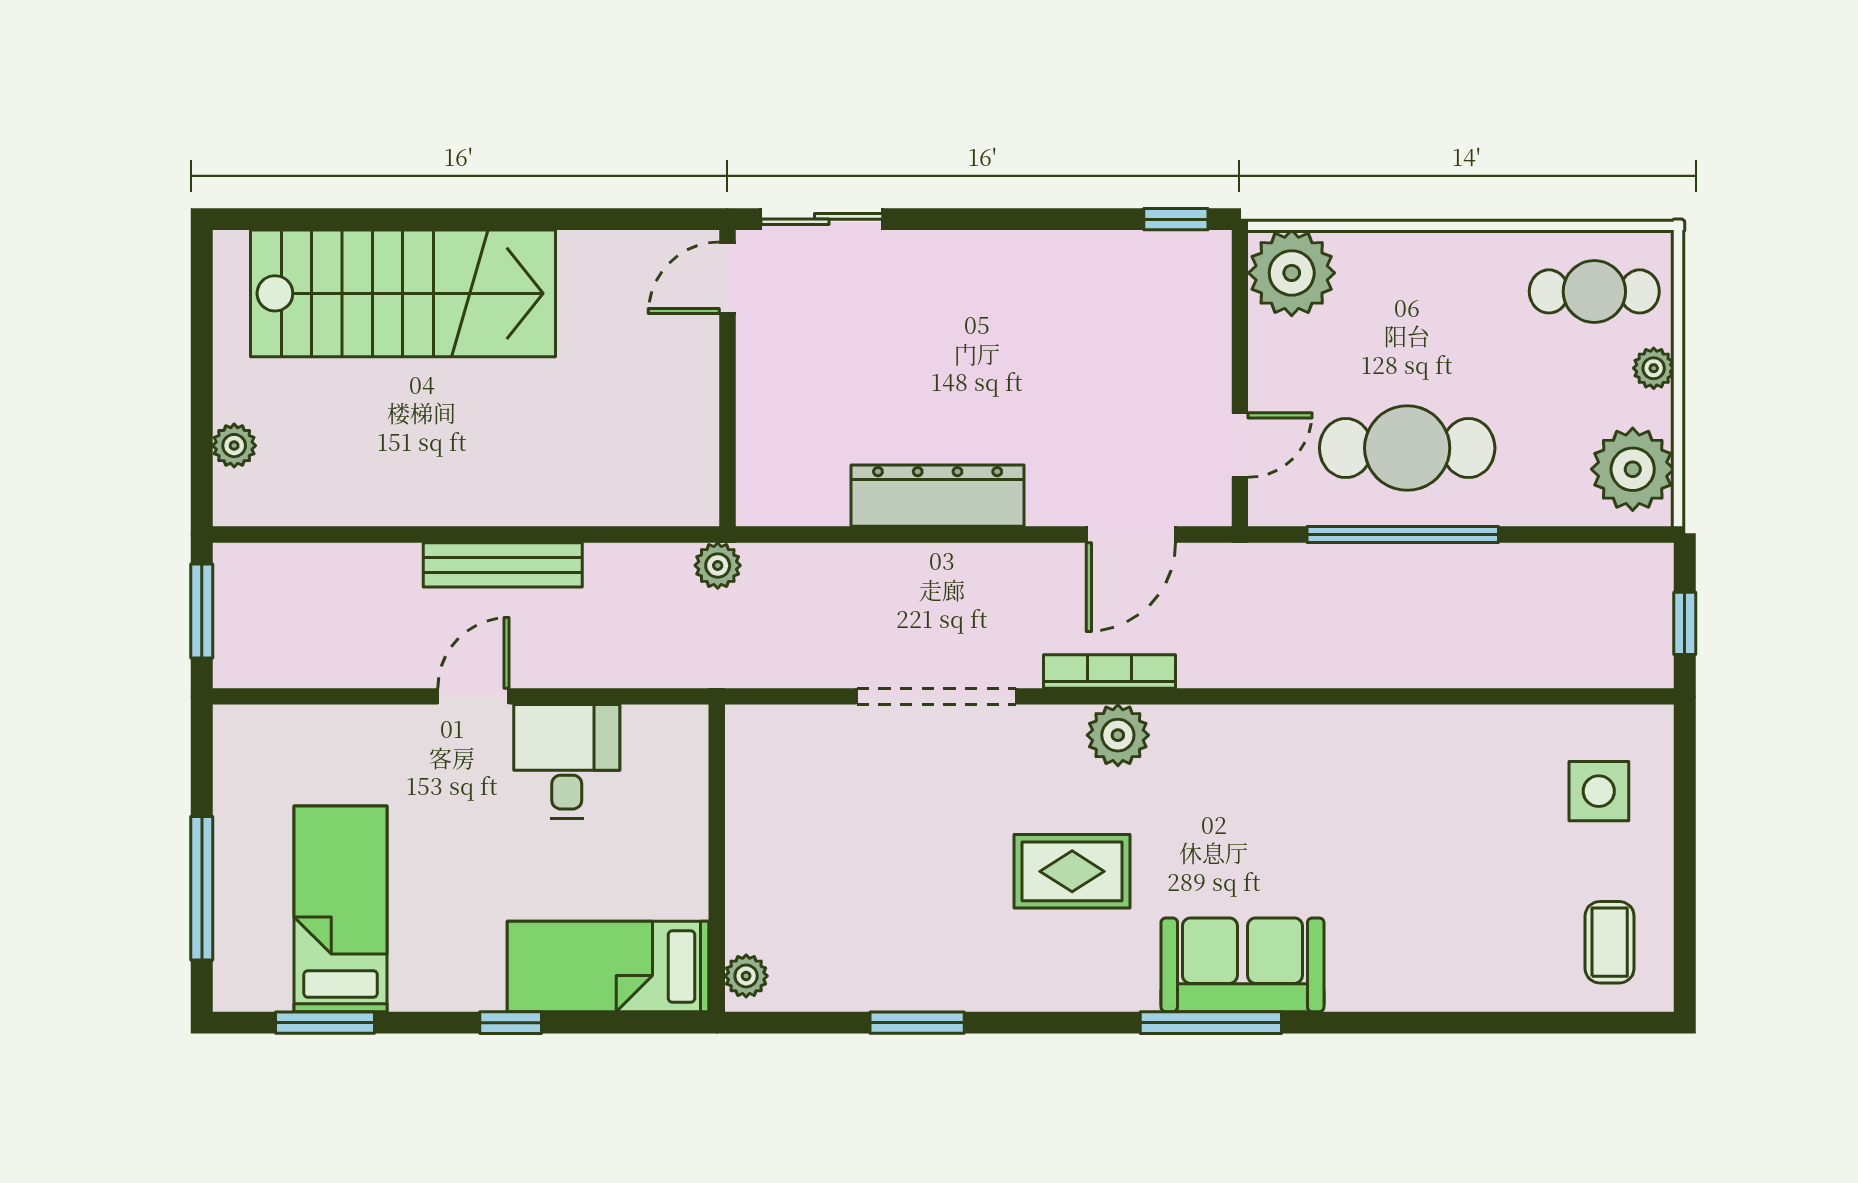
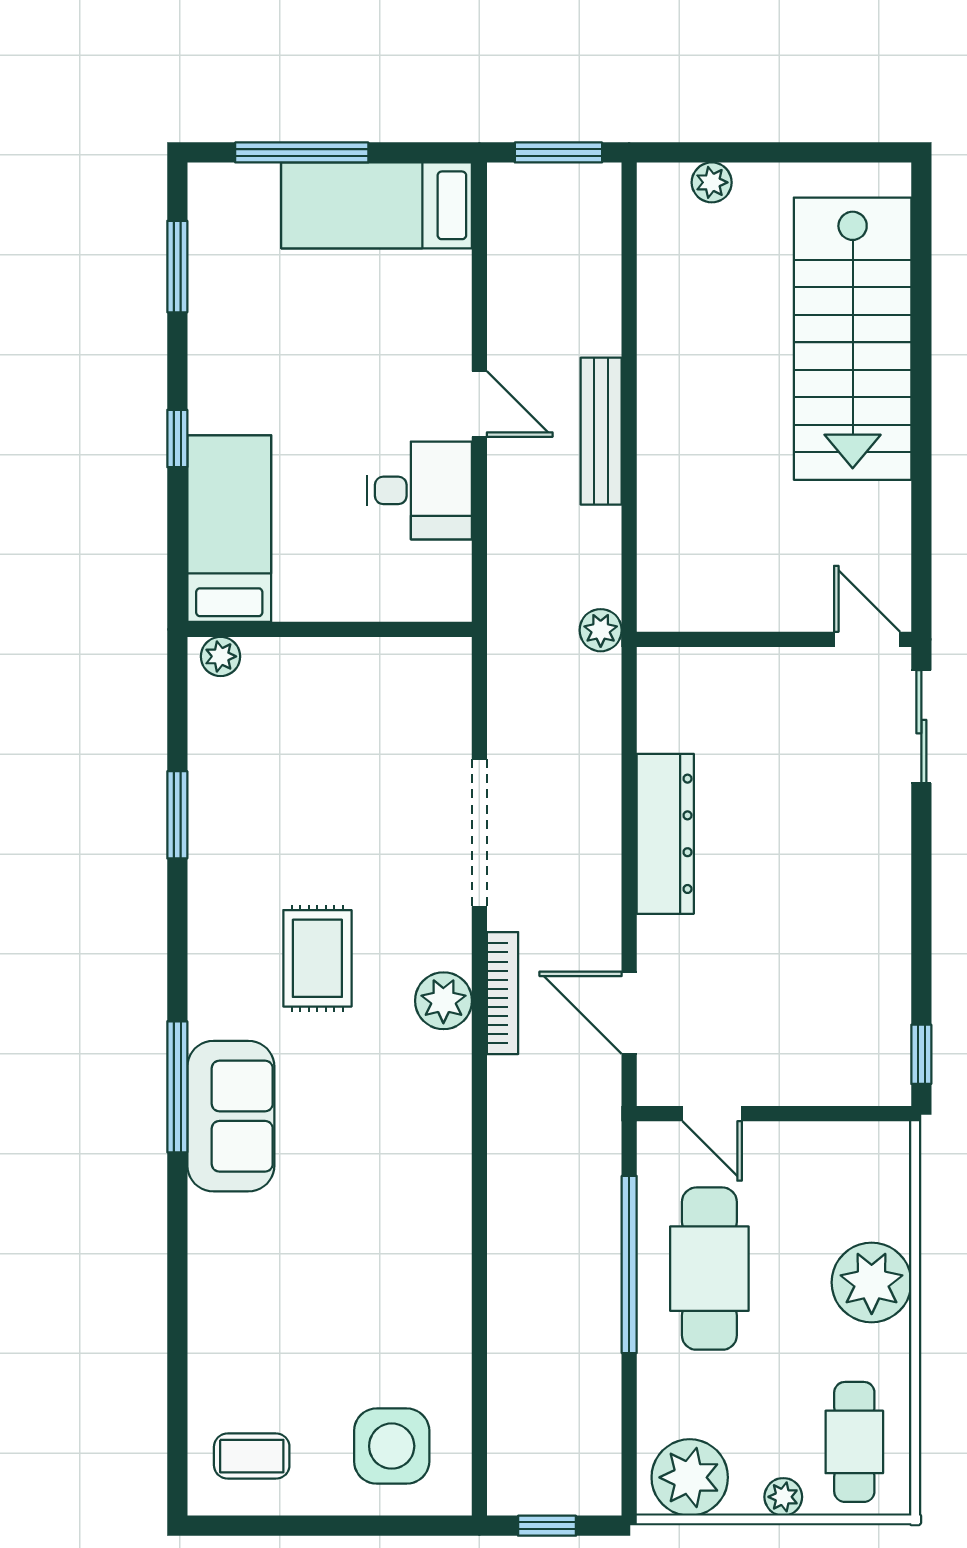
plant: (1292, 273) -> (872, 1282), moved
side table: (1599, 791) -> (392, 1446), width x1.37, depth x1.37
bed: (341, 909) -> (377, 205), moved, turned 180

